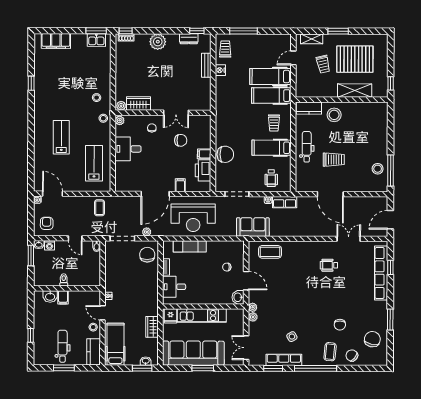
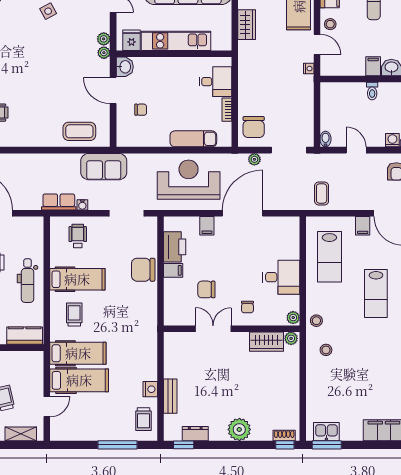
filing cabinet: (71, 185) -> (363, 226), added
fridge: (170, 316) -> (132, 40), moved

